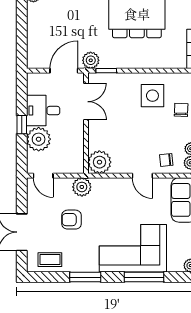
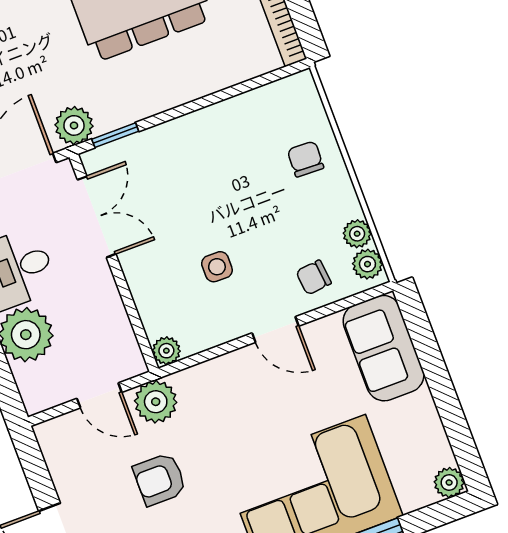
side table: (152, 96) -> (217, 267), moved, width x0.54, depth x0.54
plant: (99, 162) -> (166, 351), width x0.53, depth x0.53
door: (43, 176) -> (99, 395), moved

